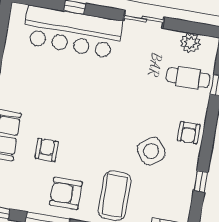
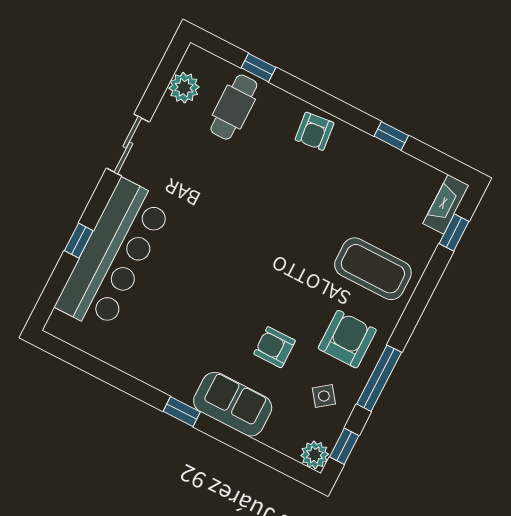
armchair: (189, 133) -> (315, 131), turned 84
side table: (151, 151) -> (324, 396), moved, width x0.54, depth x0.54
armchair: (66, 193) -> (347, 339), turned 180

